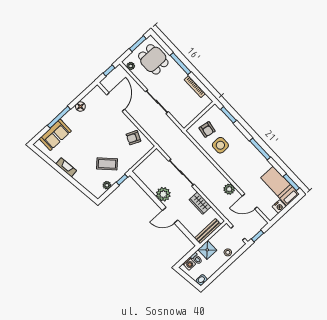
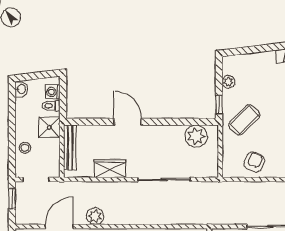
coffee table: (107, 164) -> (244, 120), moved
plant: (163, 194) -> (196, 136), moved
door: (170, 215) -> (128, 122), hinge flipped

